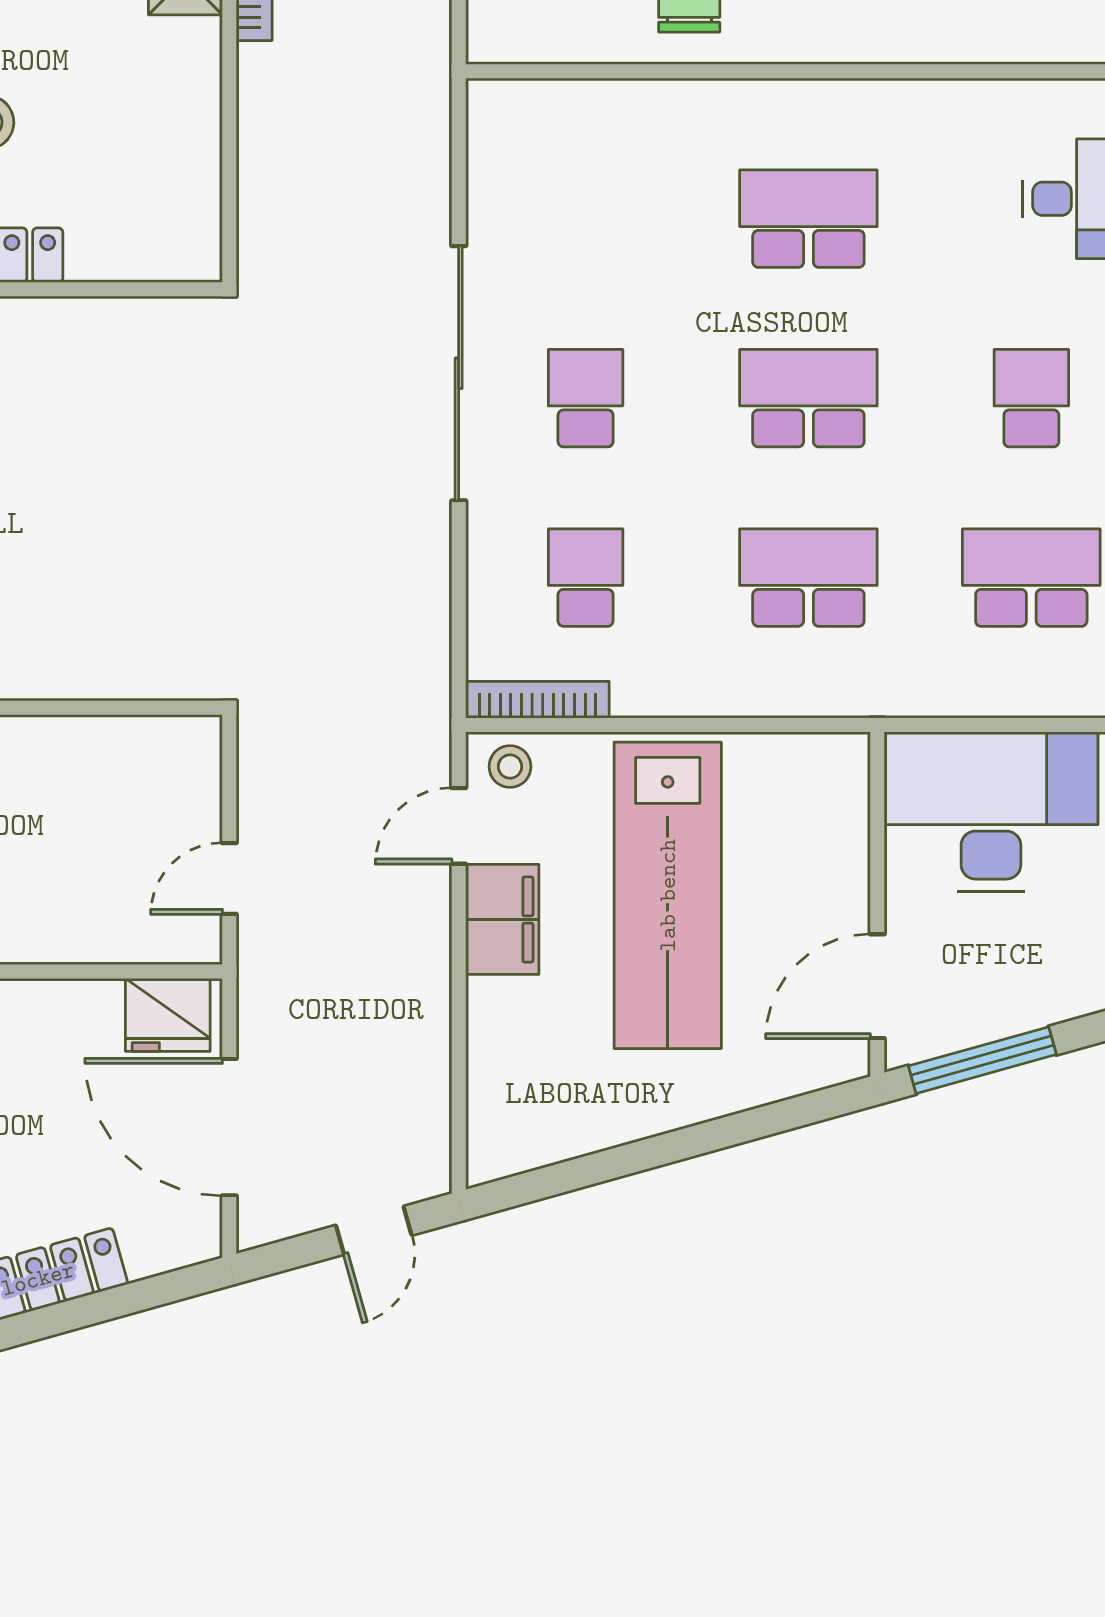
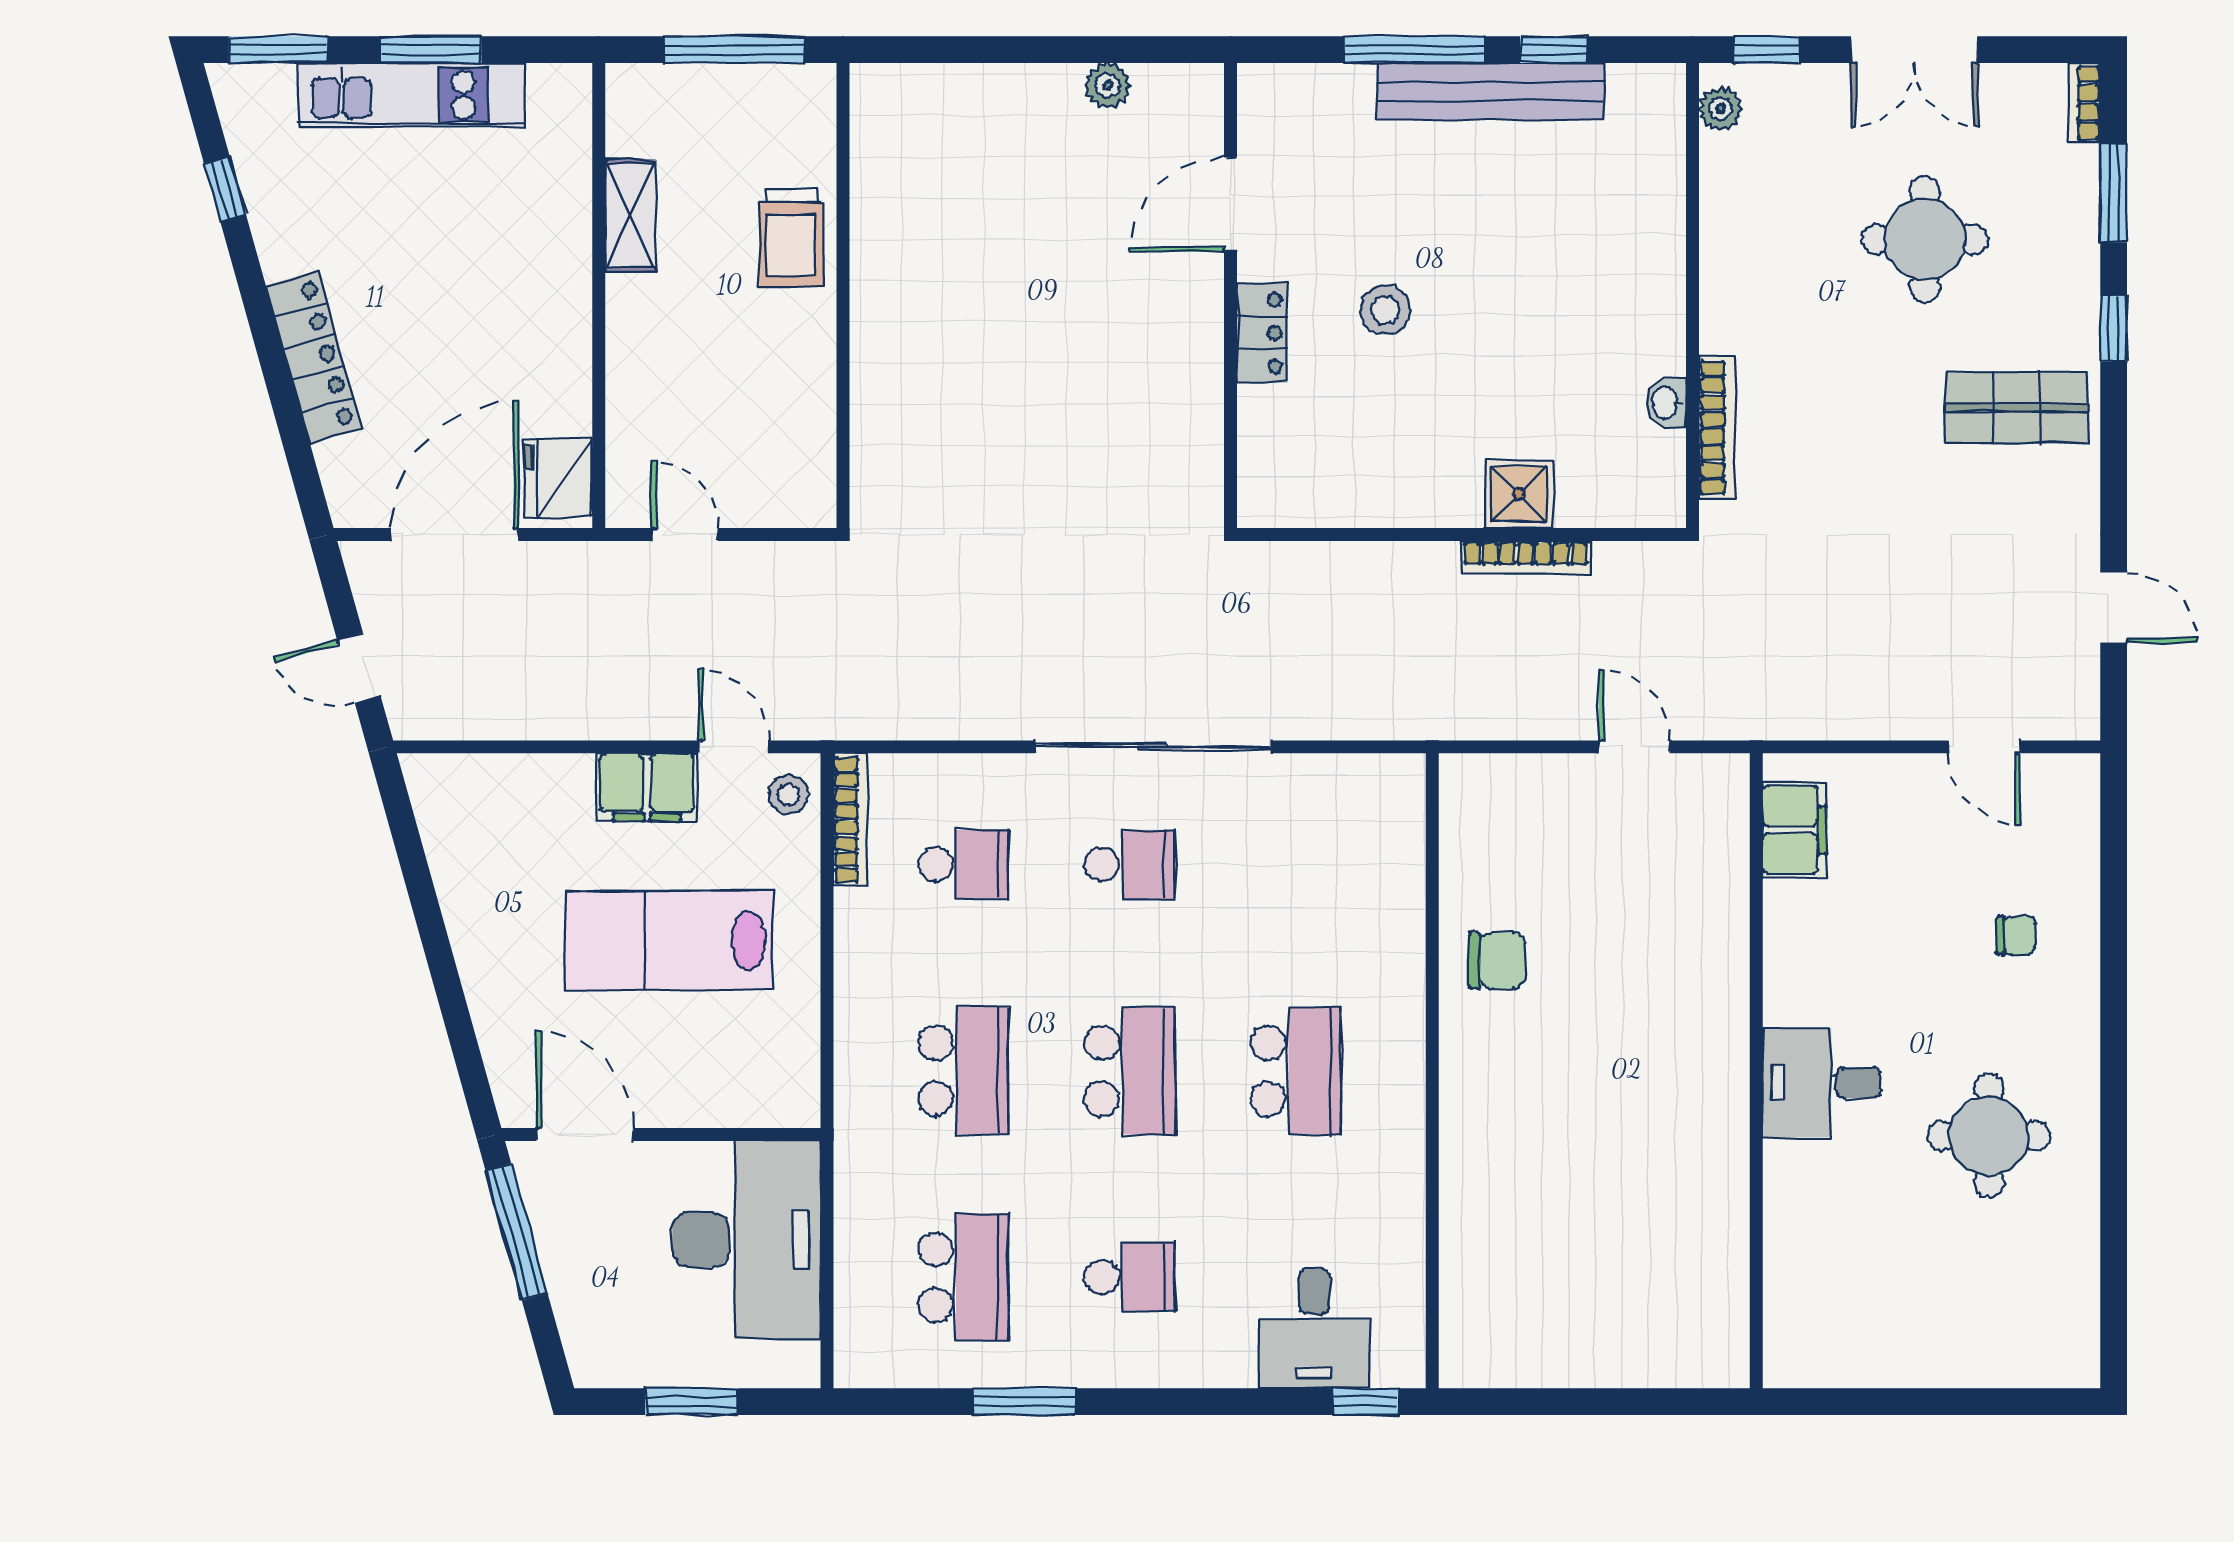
lab bench: (668, 895) -> (669, 940), width x0.73

